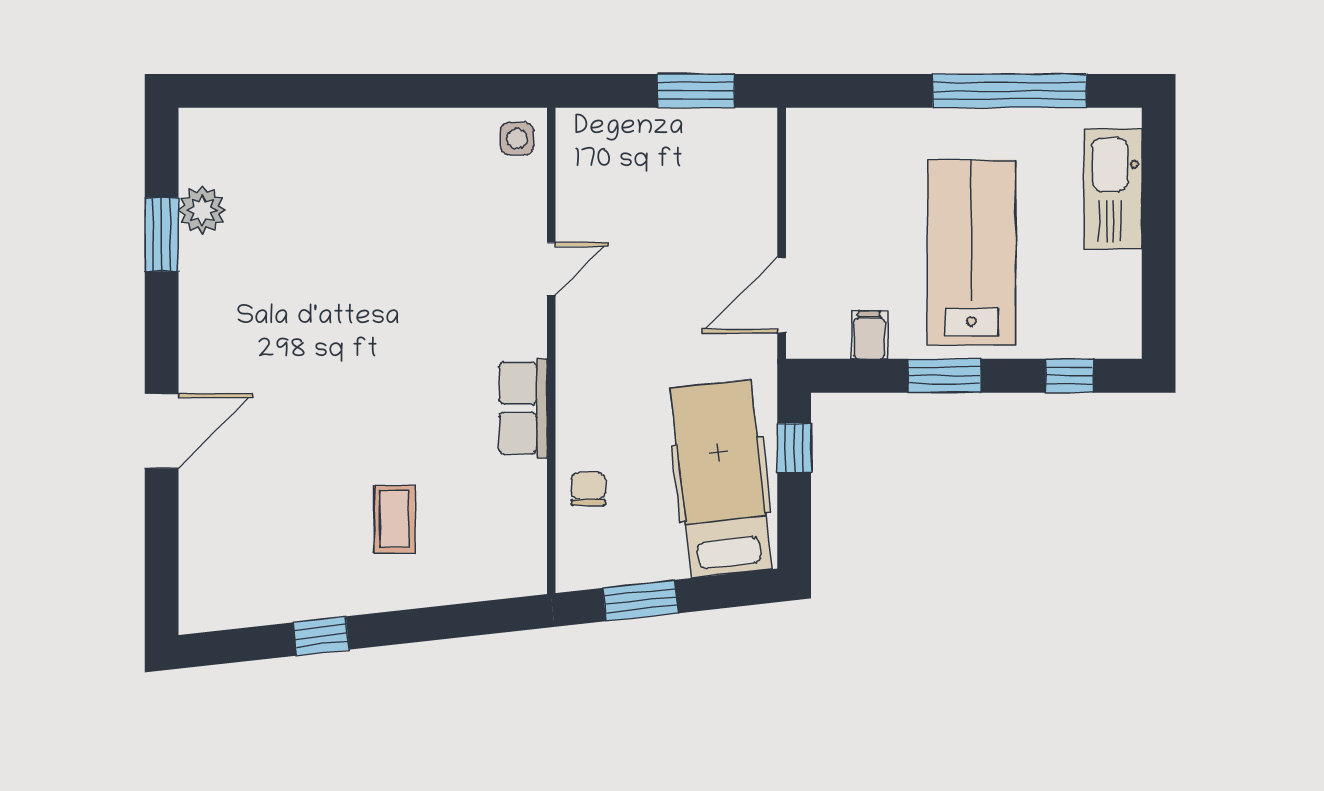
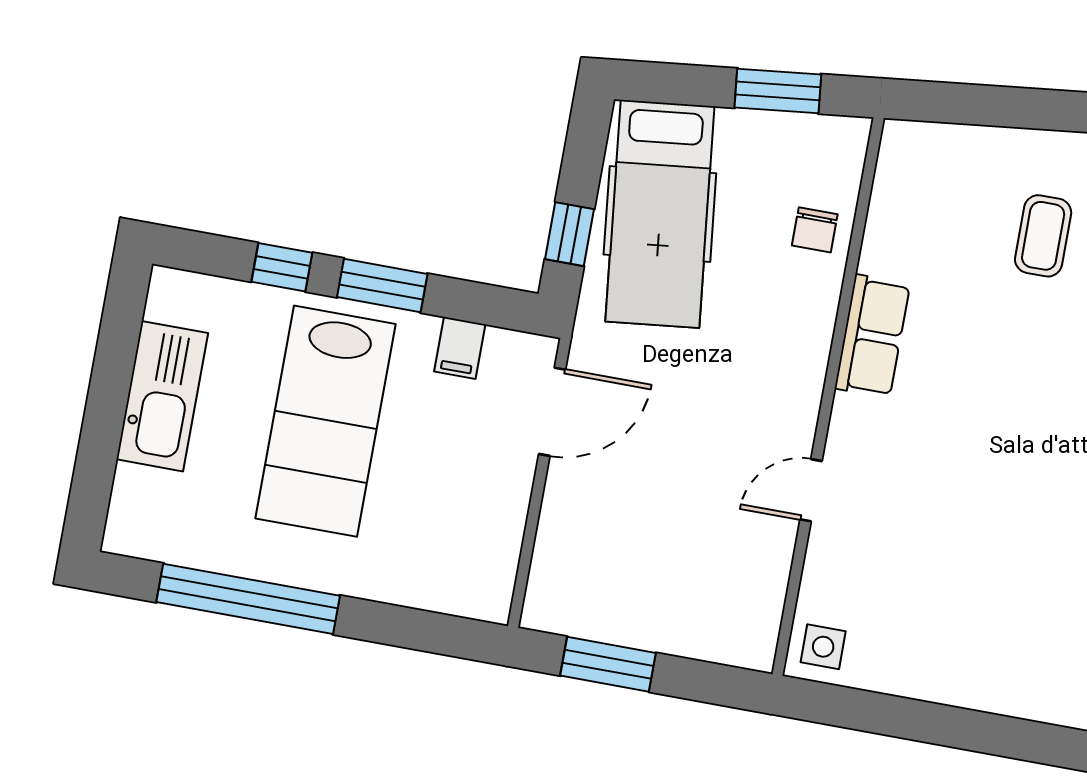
kitchen sink: (1113, 189) -> (162, 396), moved
window: (1069, 376) -> (282, 267), moved

